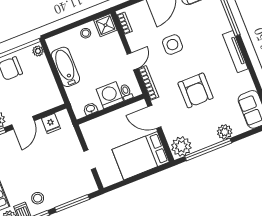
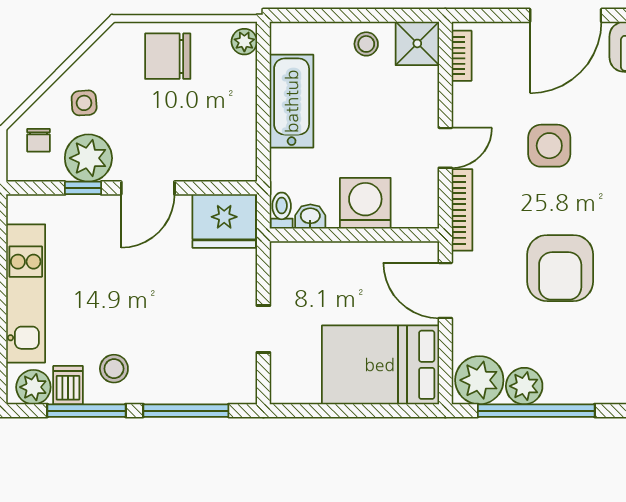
toilet: (126, 92) -> (282, 211), moved
fridge: (51, 124) -> (224, 221), width x1.88, depth x1.34
plant: (225, 132) -> (524, 386), moved

